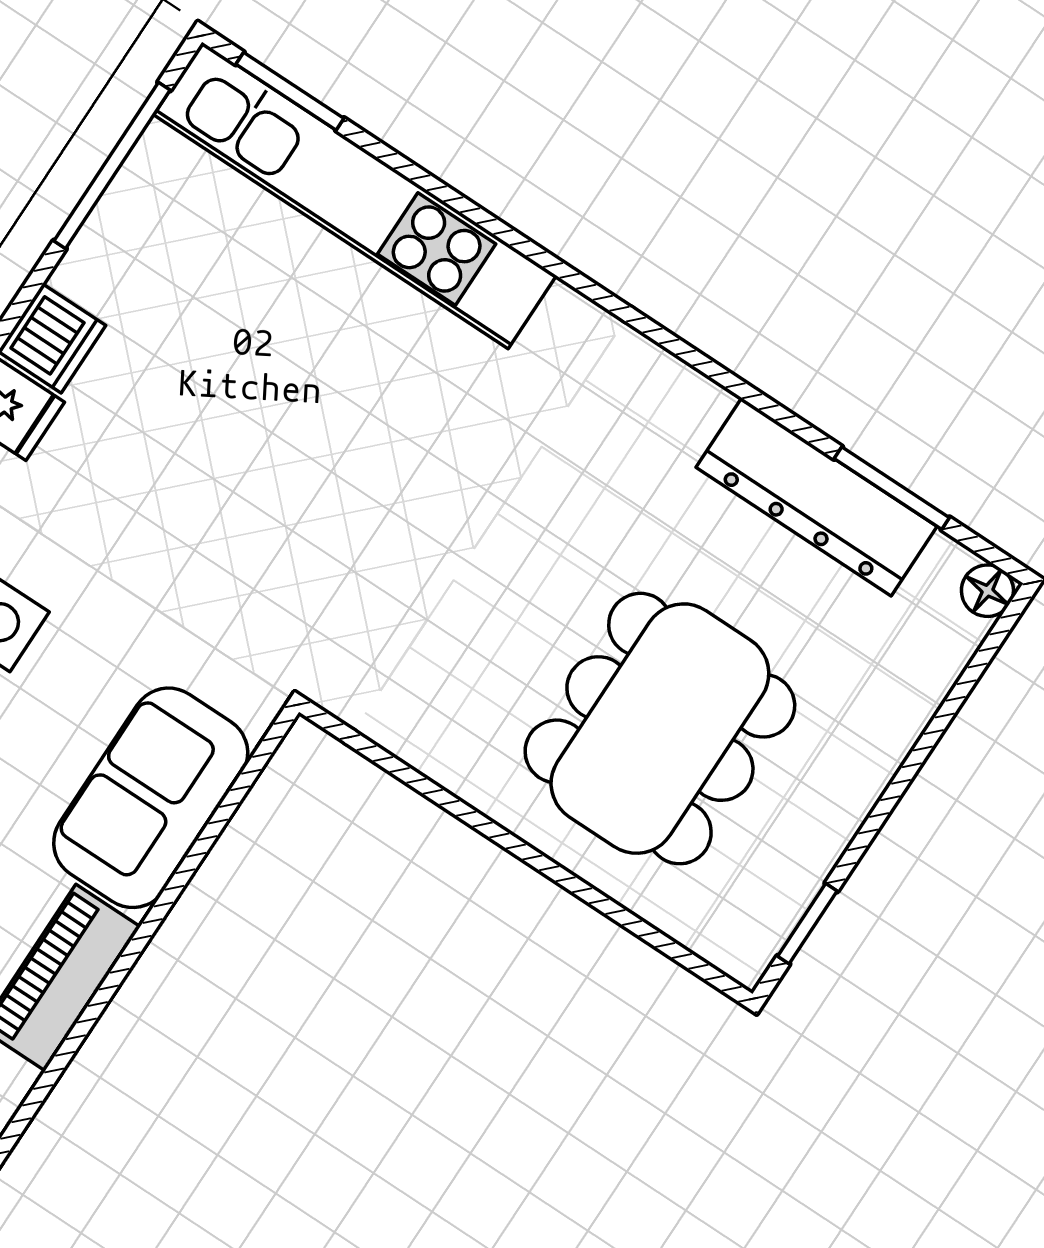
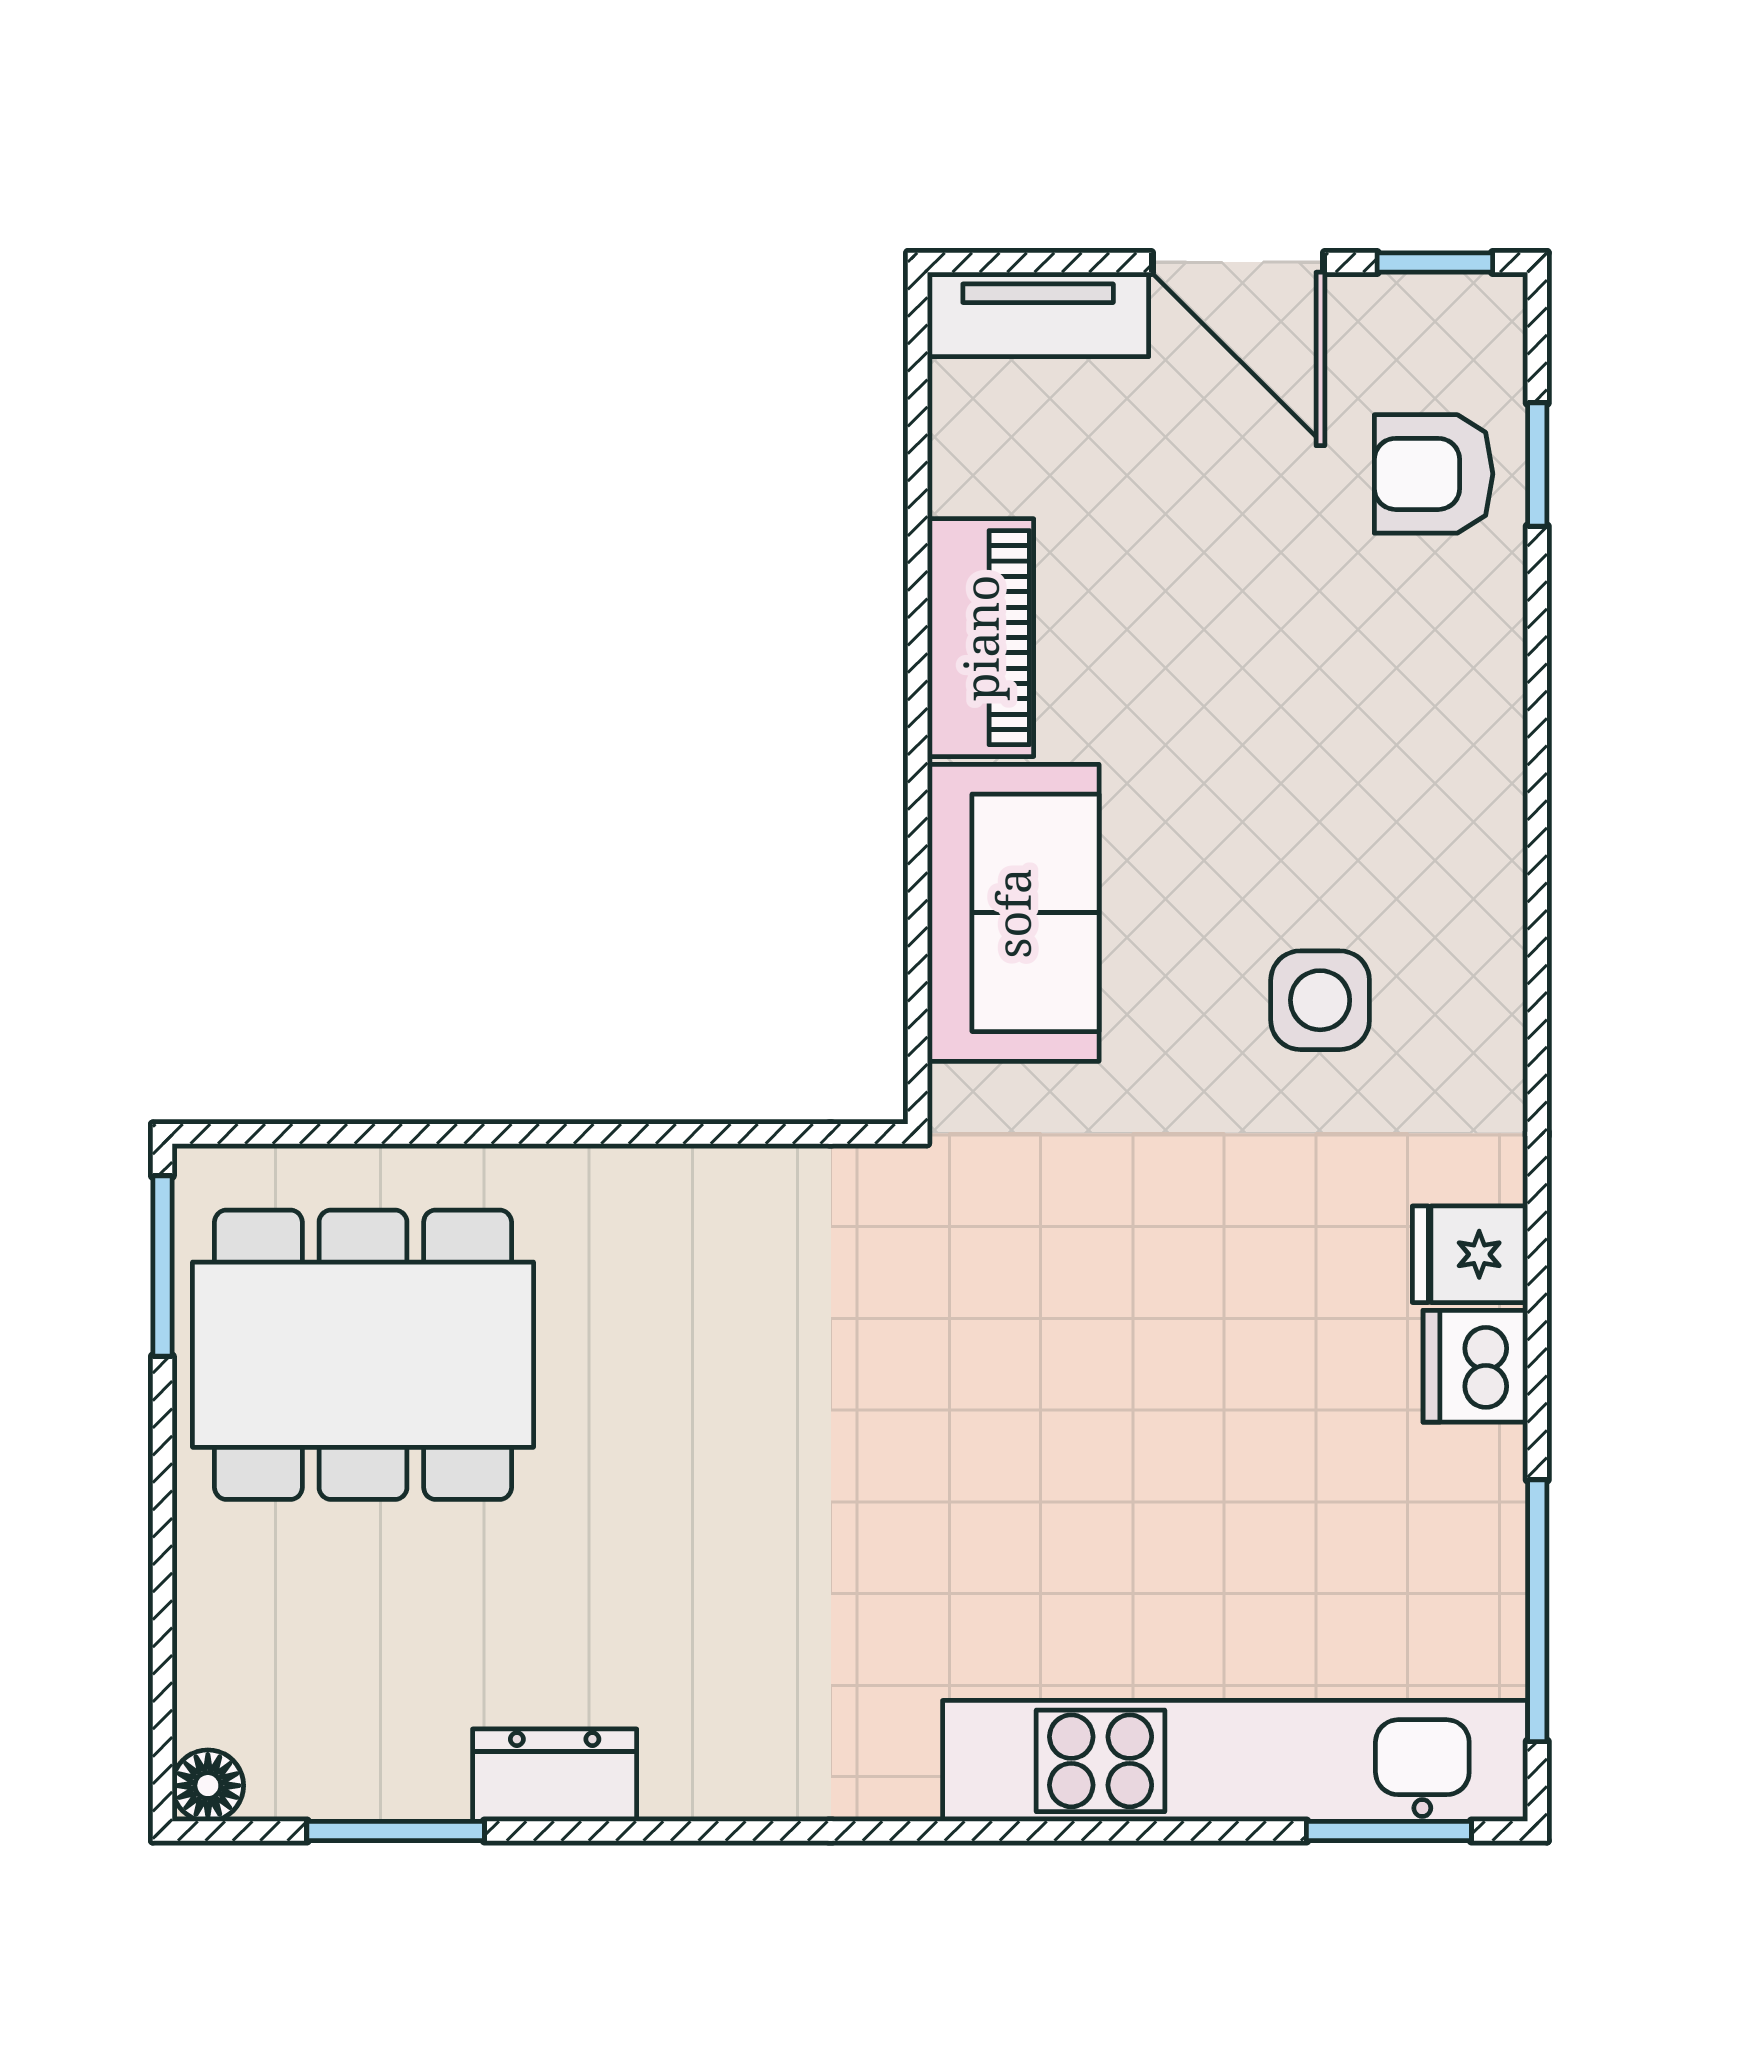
dresser: (816, 497) -> (555, 1775), width x0.51, depth x0.80
dining table: (660, 729) -> (363, 1355), moved, turned 90
window: (807, 924) -> (162, 1266), width x1.50

